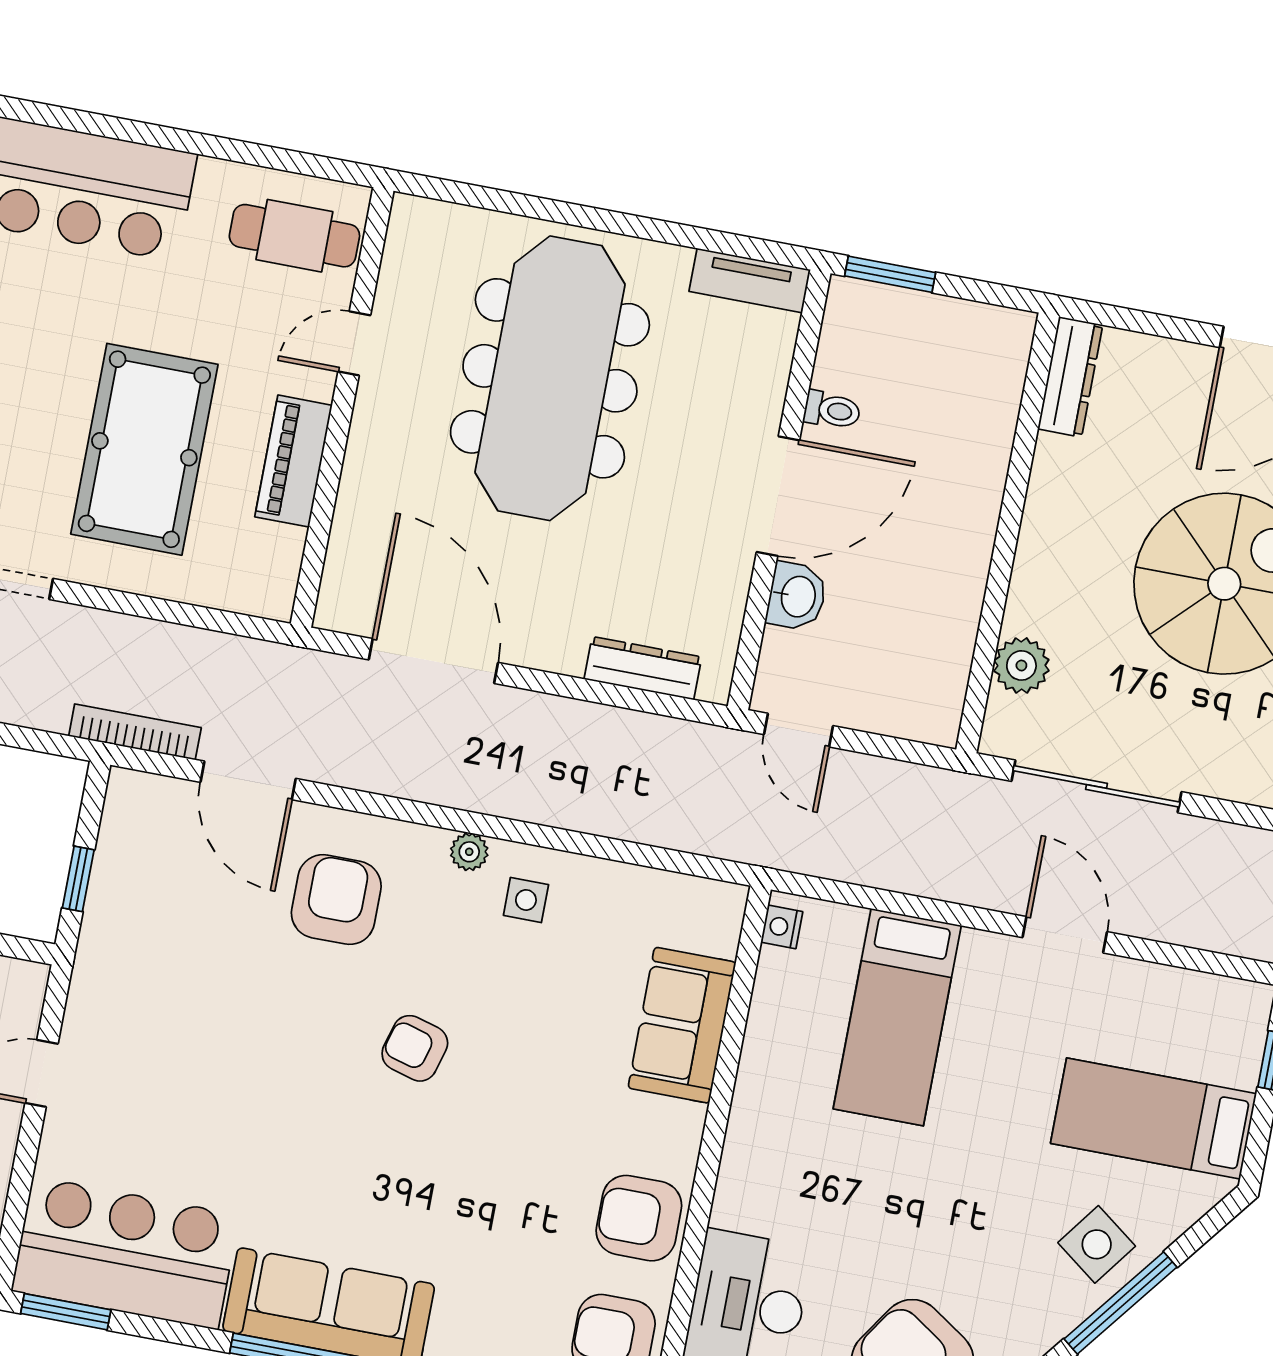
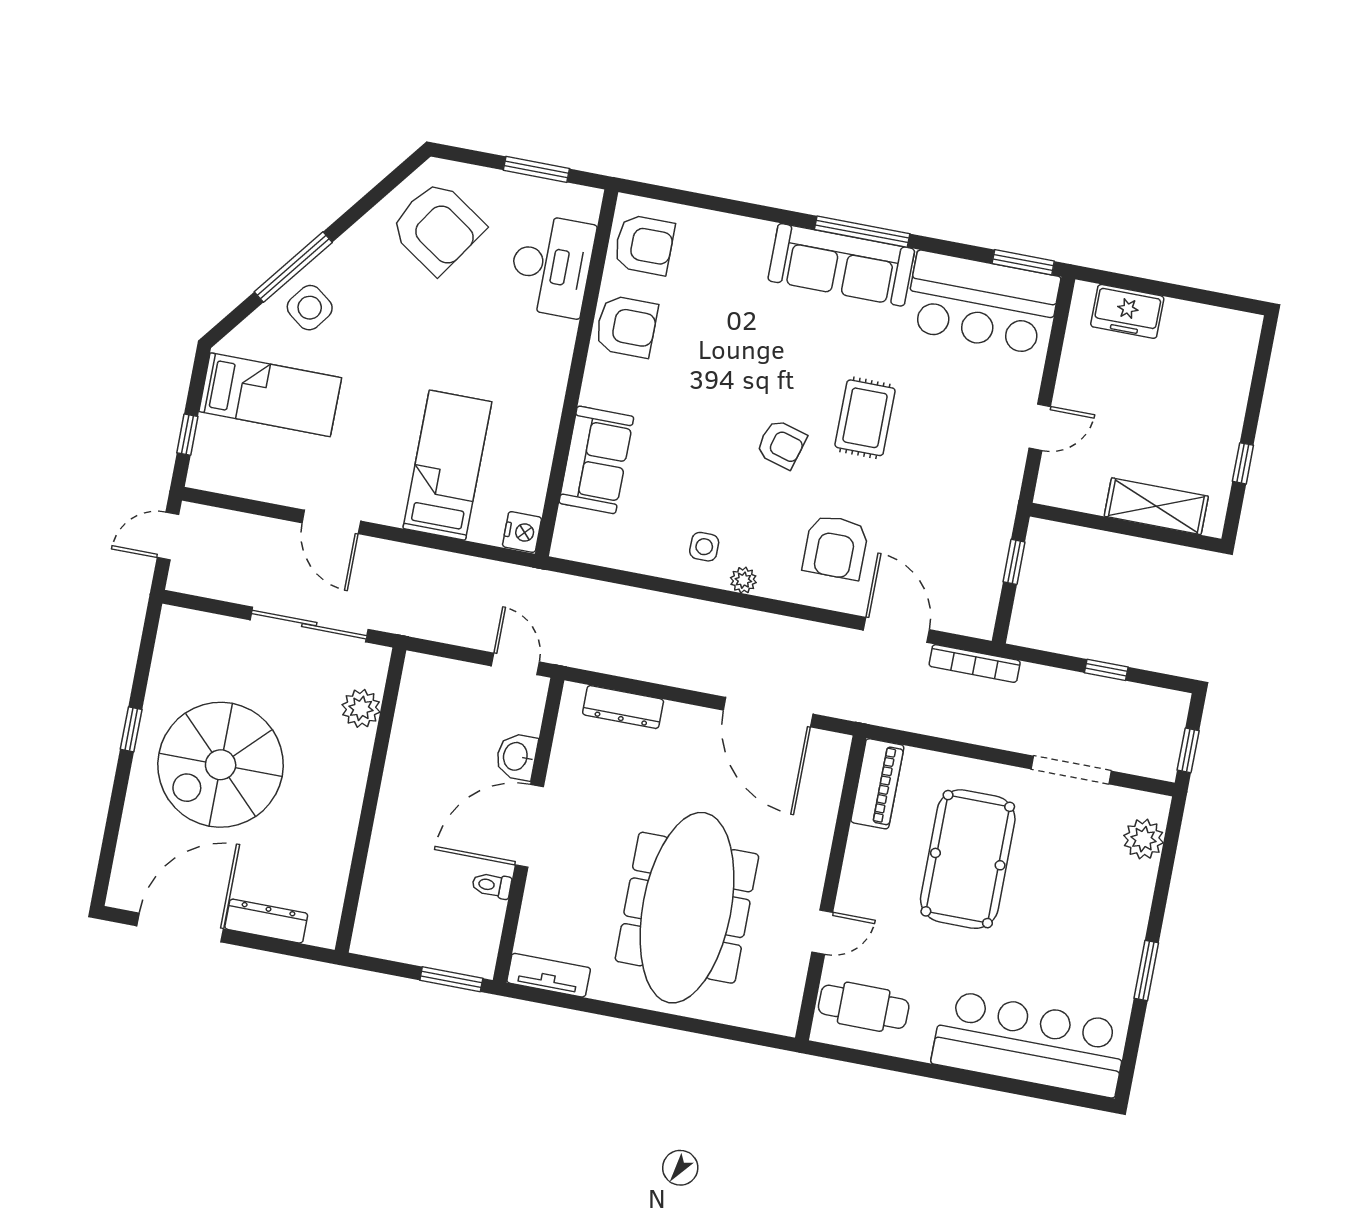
dresser: (1070, 377) -> (266, 921), moved, turned 90
piano: (294, 461) -> (877, 784), moved
nightstand: (782, 927) -> (522, 532), width x1.39, depth x1.35
rug: (294, 1087) -> (865, 418), added

